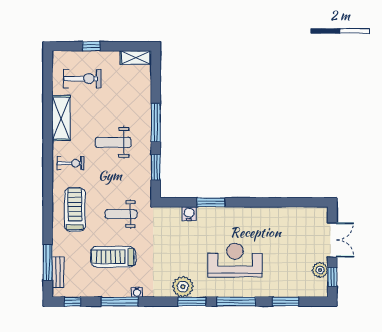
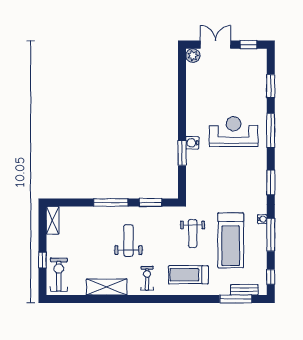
exercise bike: (82, 79) -> (59, 275), moved
weight bench: (113, 142) -> (128, 241), turned 180
water cooler: (189, 214) -> (192, 143), moved
treadmill: (113, 257) -> (231, 240), width x1.37, depth x1.38
reception desk: (235, 260) -> (234, 132), turned 90
plant: (320, 270) -> (193, 56), moved
plant: (183, 287) -> (257, 178), removed
window: (192, 302) -> (271, 182), moved

